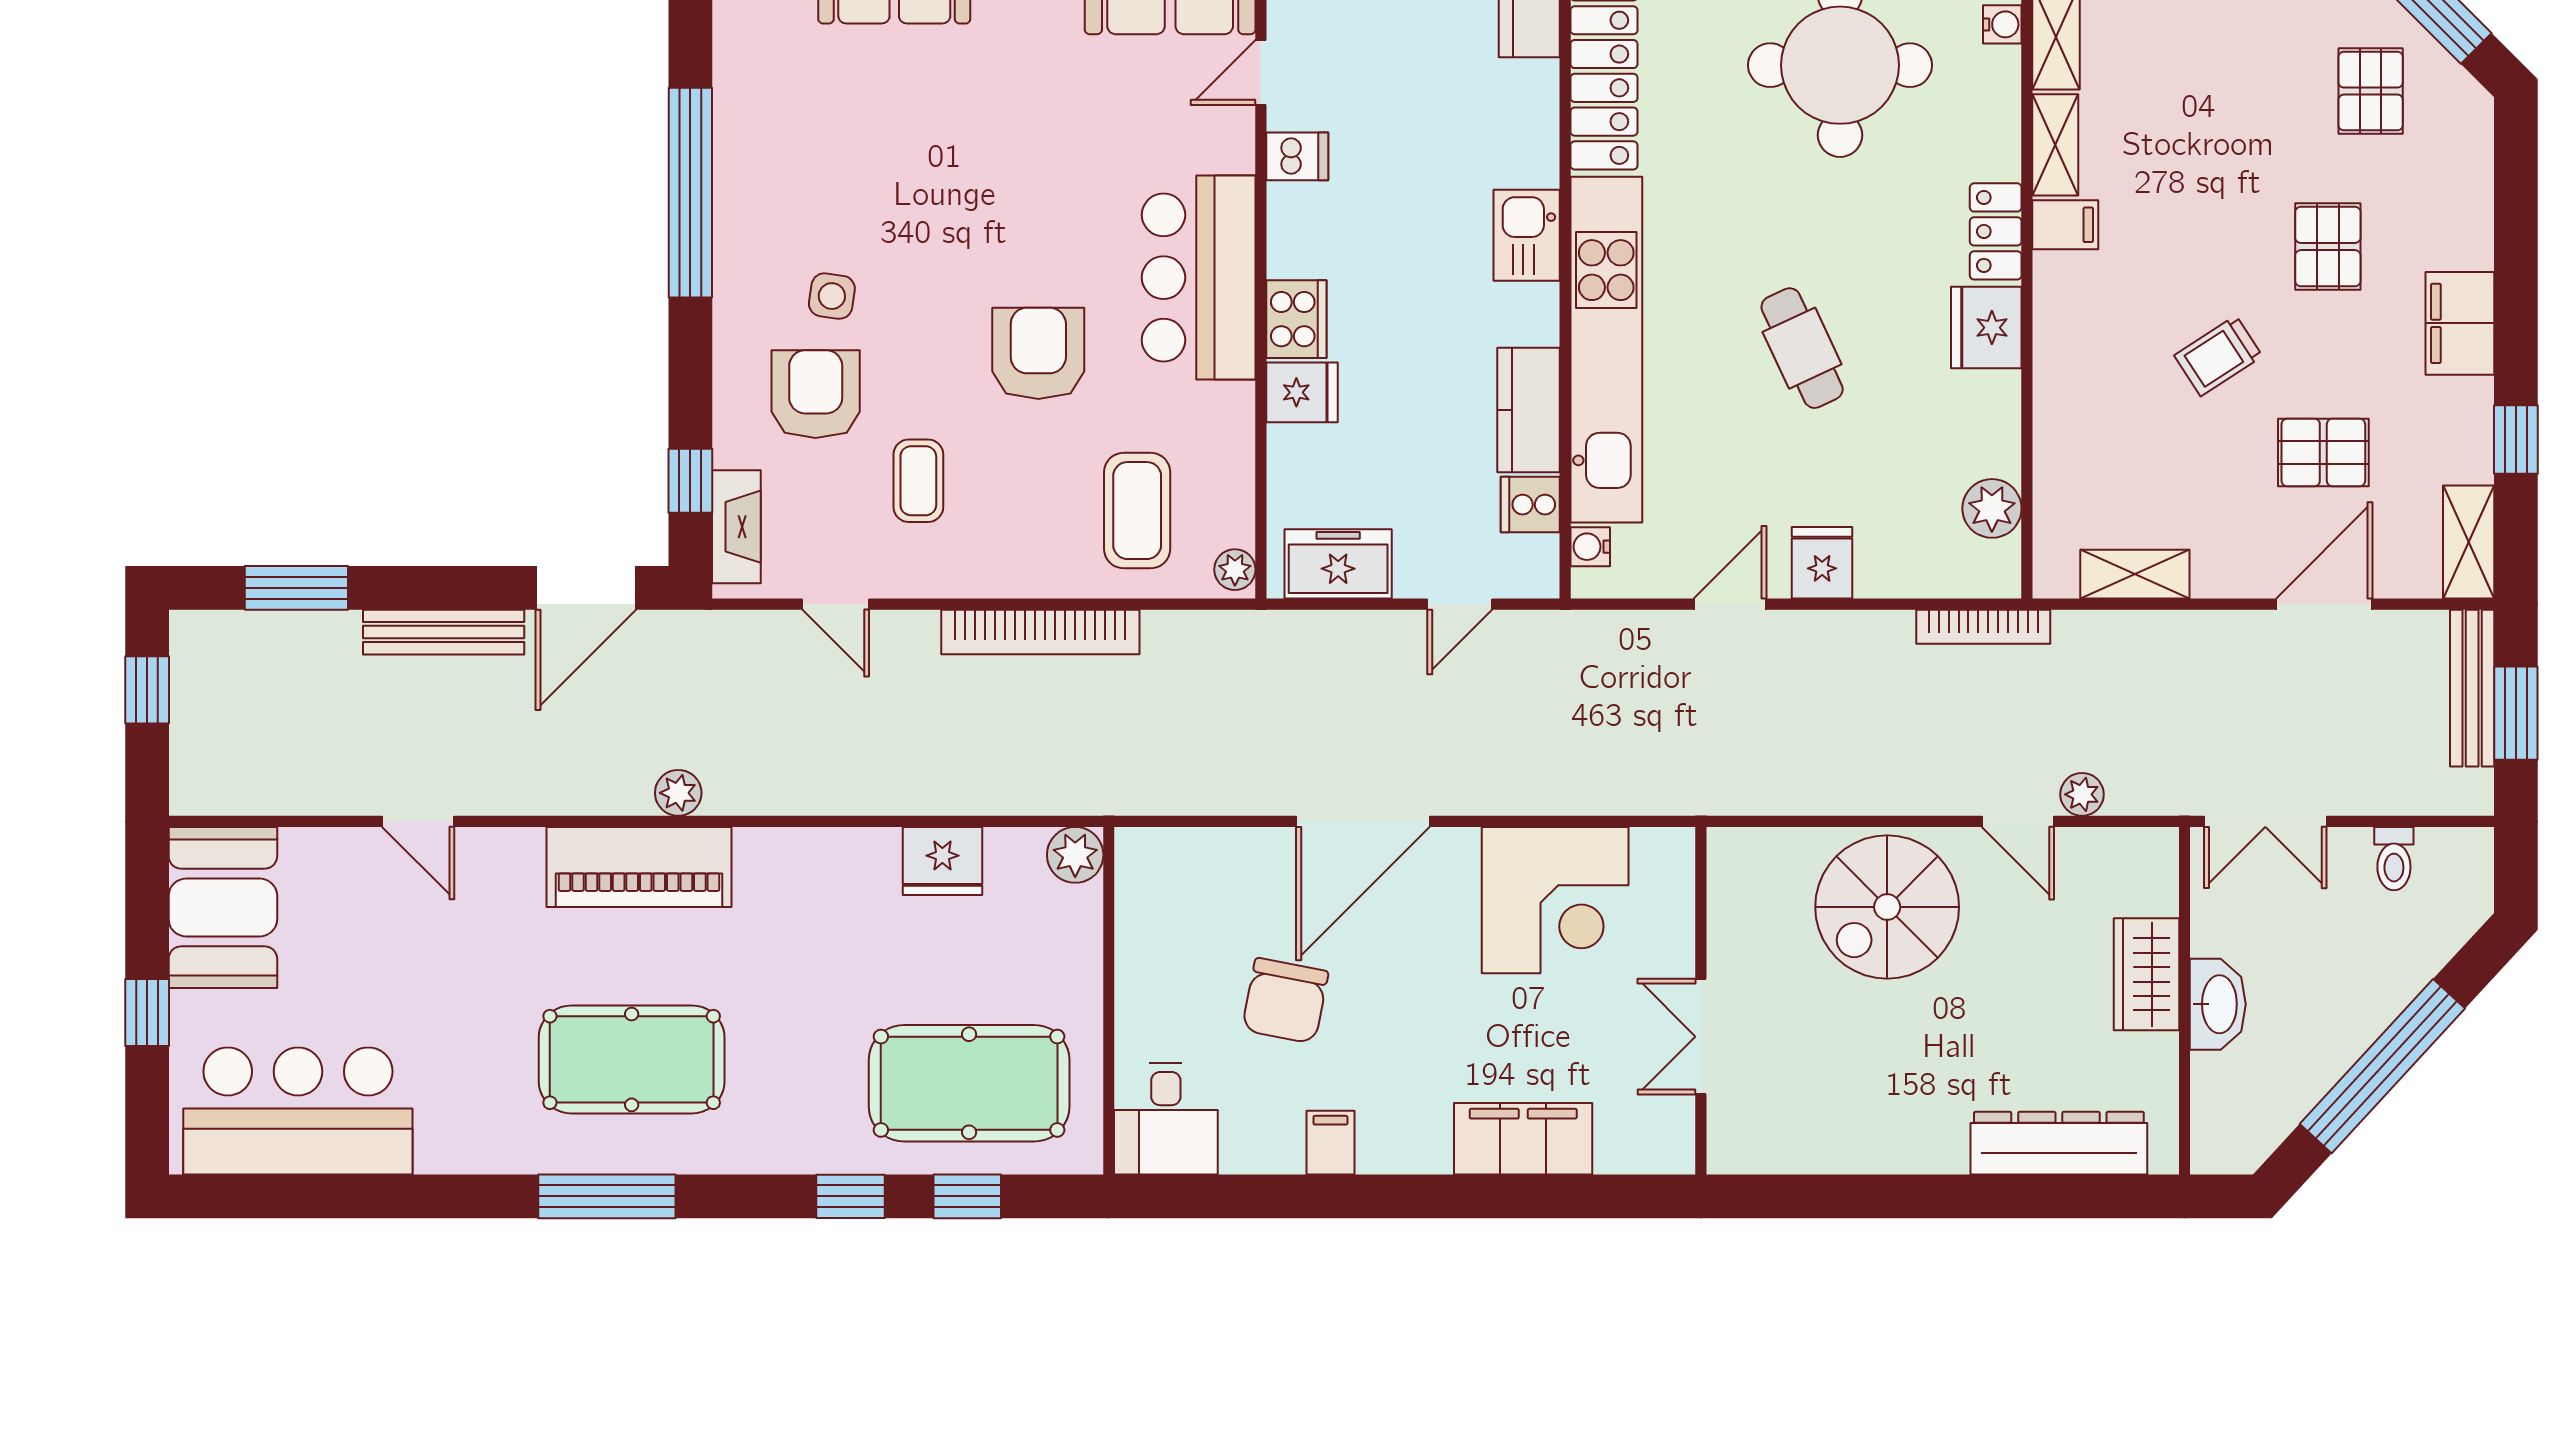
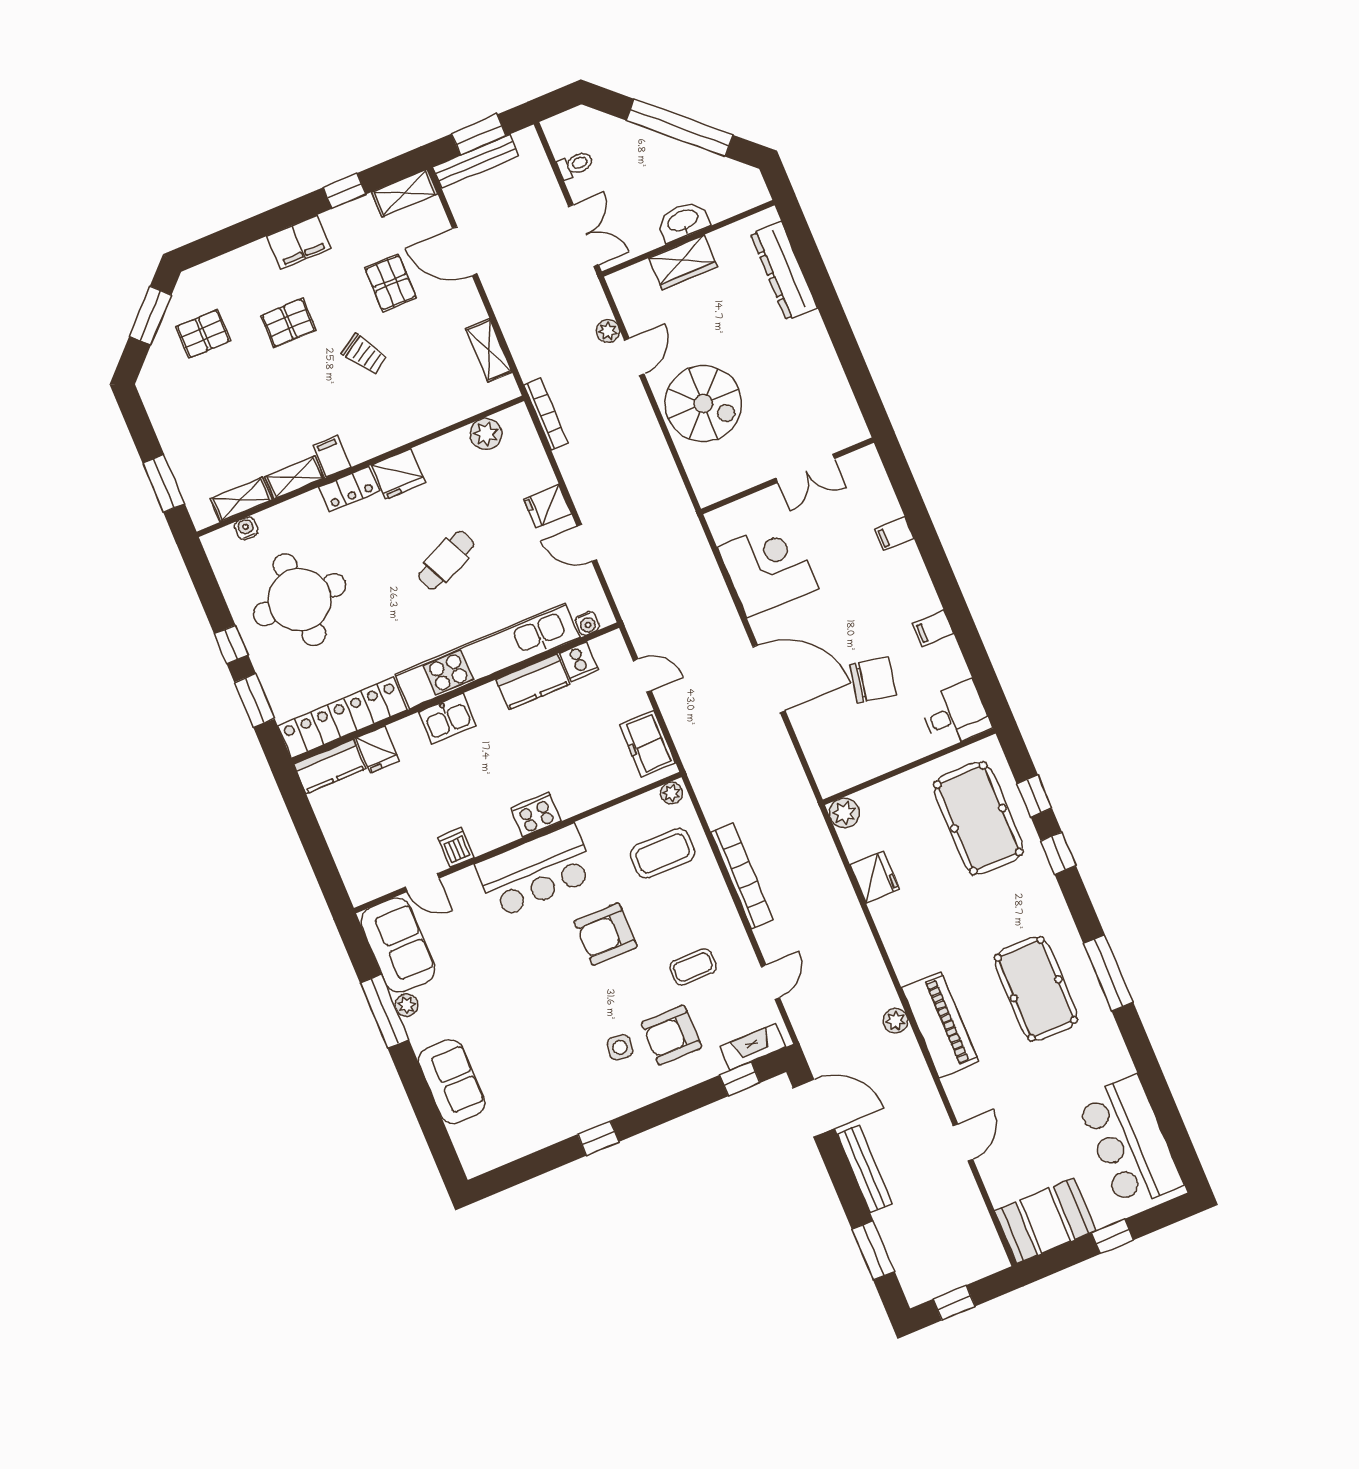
window: (690, 193) -> (598, 1138), width x0.32
fridge: (1302, 392) -> (377, 749), moved, turned 180
filing cabinet: (1523, 1139) -> (894, 534), width x0.33, depth x0.86

